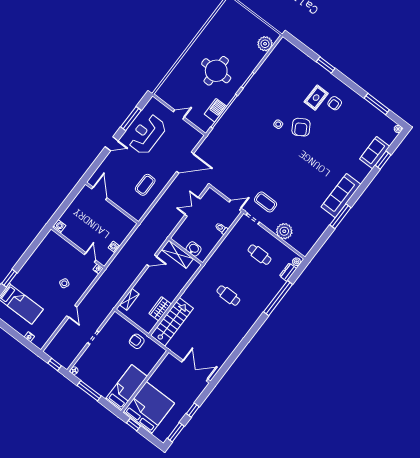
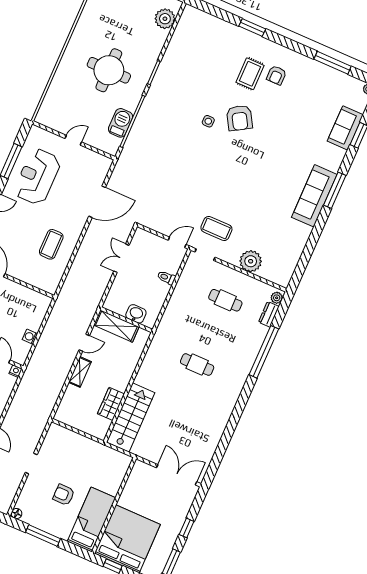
window: (340, 216) -> (335, 190), moved
shelving: (129, 299) -> (80, 372), moved
armchair: (137, 341) -> (64, 495), moved

